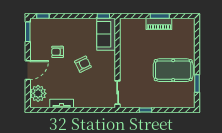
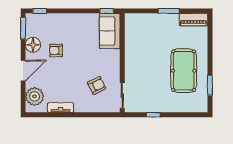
piano: (159, 24) -> (193, 20), moved
floor lamp: (37, 47) -> (33, 45), added
armchair: (83, 64) -> (97, 86), moved
pool table: (173, 70) -> (184, 71), turned 90

